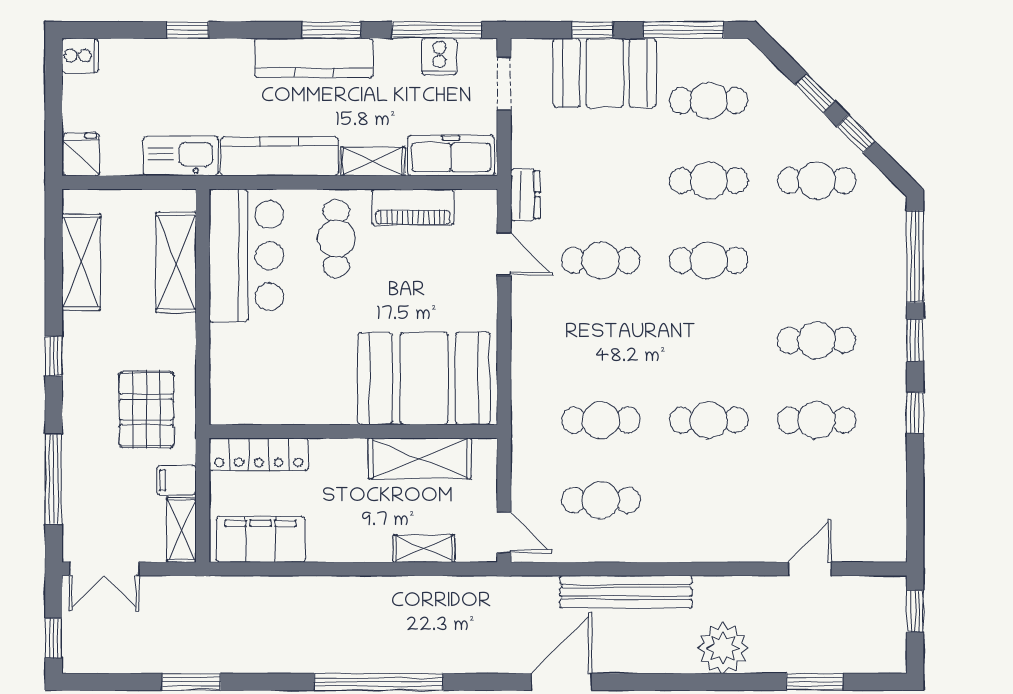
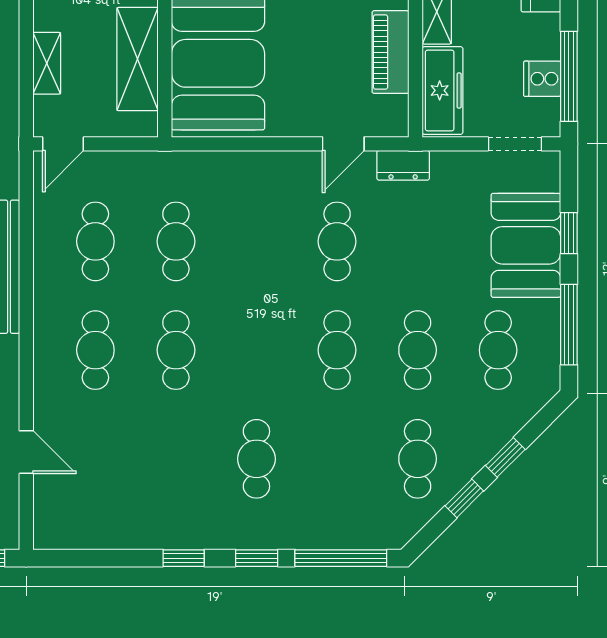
cafe table: (817, 420) -> (95, 350), moved

